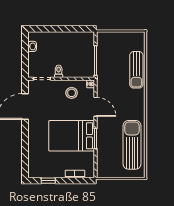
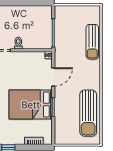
stool: (72, 93) -> (31, 64), removed
door: (95, 107) -> (53, 77), hinge flipped
sun lounger: (132, 145) -> (88, 113), turned 180

